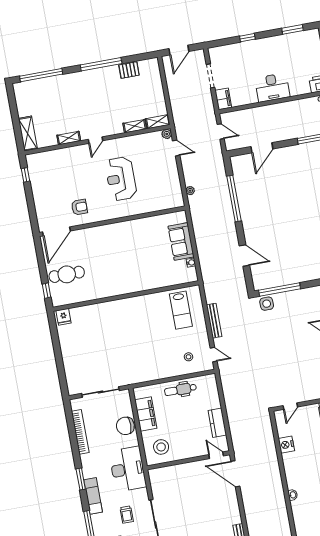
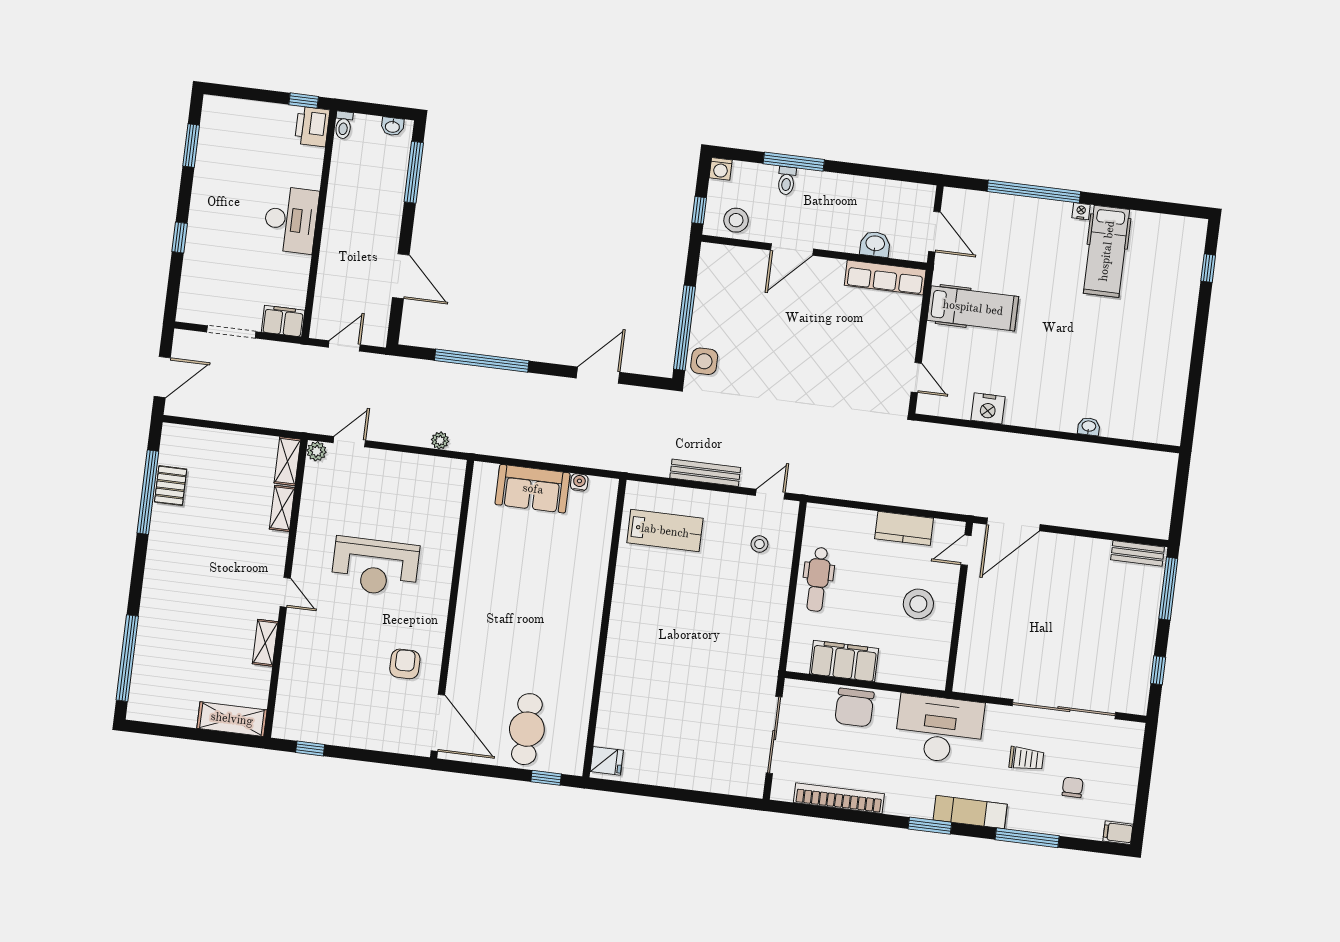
door: (179, 50) -> (162, 377), hinge flipped
window: (101, 64) -> (148, 492), moved
stool: (161, 447) -> (918, 604), moved

